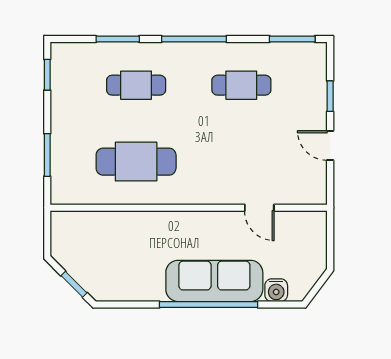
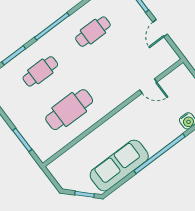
door: (330, 145) -> (160, 28), hinge flipped
sofa: (214, 281) -> (119, 166), moved

